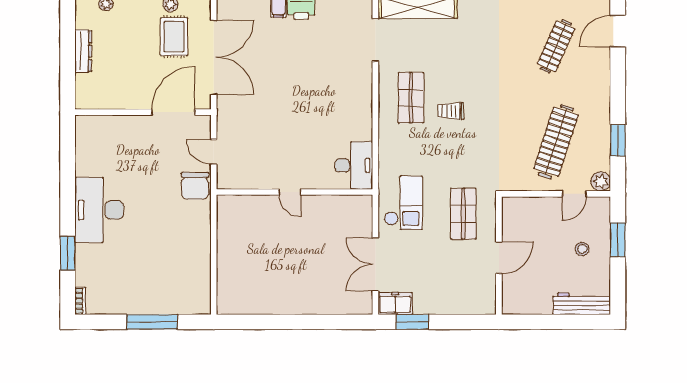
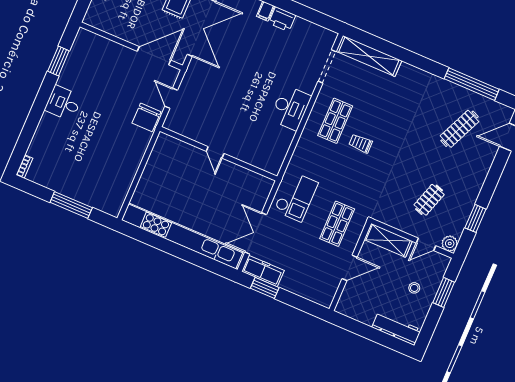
clothes rail: (556, 142) -> (429, 200), width x0.54, depth x0.76
desk: (354, 165) -> (290, 108), moved
shelving: (529, 208) -> (388, 240), added
desk: (99, 210) -> (63, 103), width x0.53, depth x0.77
window: (68, 253) -> (58, 61), moved
kitchen unit: (293, 303) -> (182, 236), added
freezer: (395, 303) -> (263, 271), width x1.40

